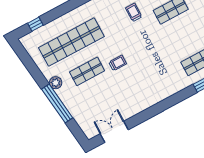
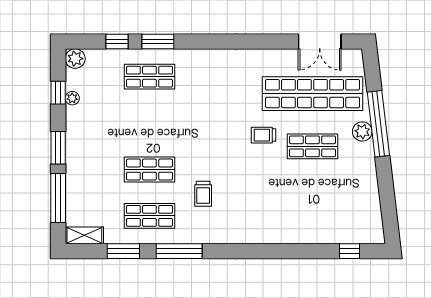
shop shelf: (71, 42) -> (312, 94), moved
plant: (56, 83) -> (362, 131), moved

